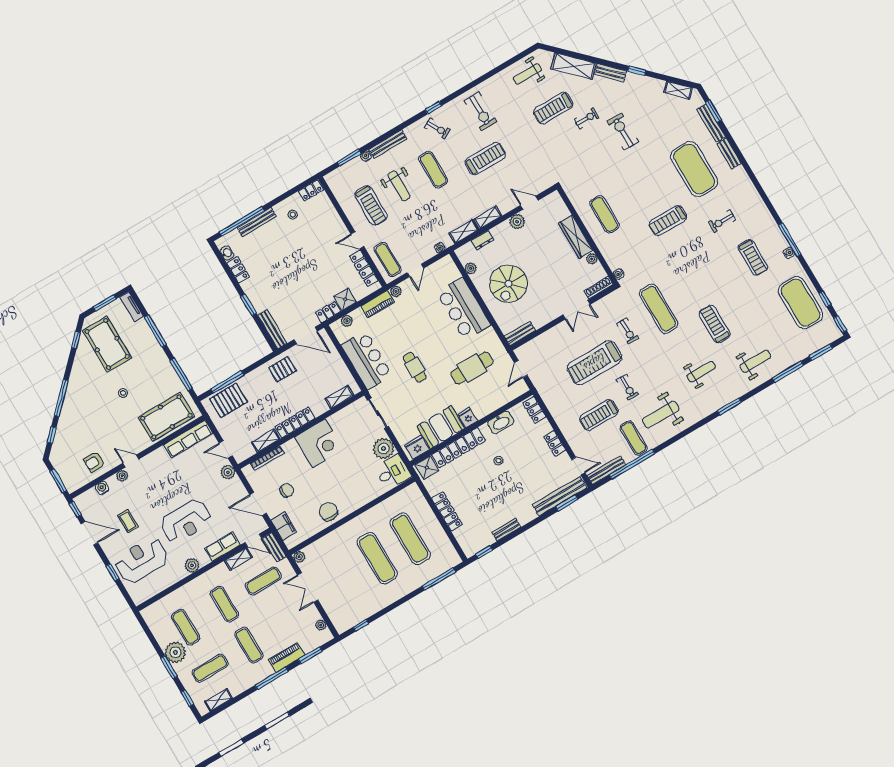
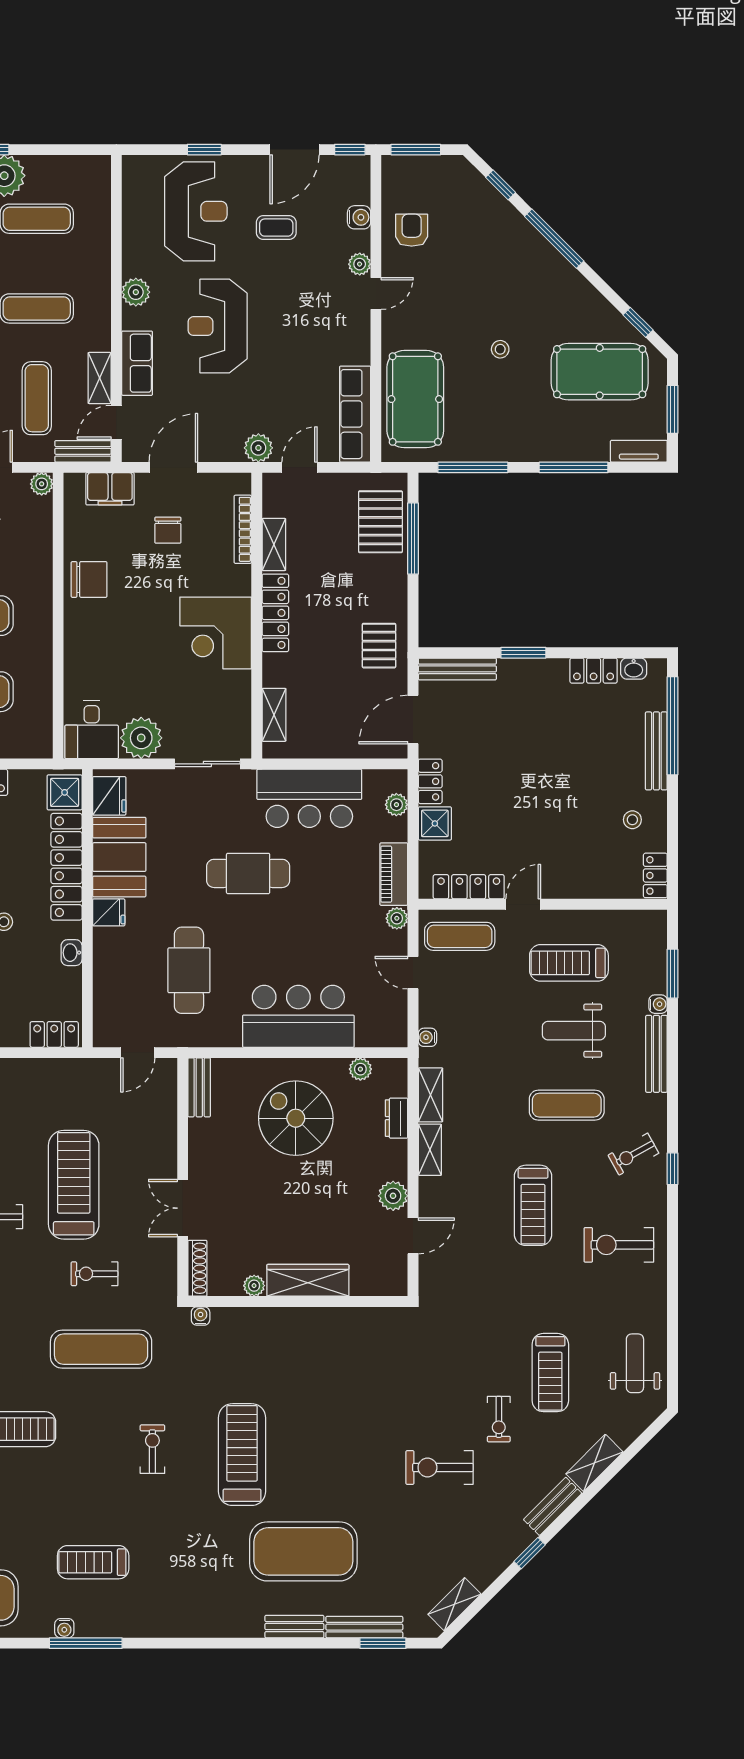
shelving: (574, 66) -> (594, 1463), width x0.67, depth x0.75
treadmill: (553, 108) -> (550, 1373), turned 180
exercise bike: (623, 132) -> (440, 1467), turned 180
exercise mat: (605, 214) -> (317, 1353), removed
treadmill: (668, 221) -> (242, 1455), width x1.37, depth x1.38
exercise bike: (722, 221) -> (152, 1449), moved
cafe table: (415, 367) -> (248, 873), width x1.37, depth x1.35
door: (521, 369) -> (138, 1053), swing flipped
washbasin: (501, 422) -> (72, 953), width x0.52, depth x0.69

